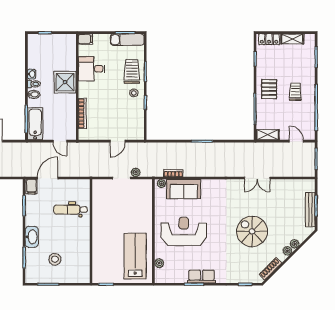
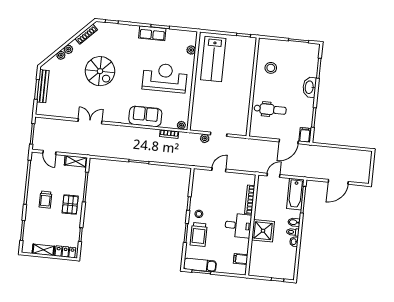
filing cabinet: (85, 39) -> (241, 259), moved
desk: (92, 69) -> (238, 226), moved
door: (60, 141) -> (274, 175), hinge flipped
sofa: (184, 189) -> (145, 116), moved
reception desk: (184, 231) -> (165, 78), turned 180
stool: (55, 259) -> (271, 68), moved

